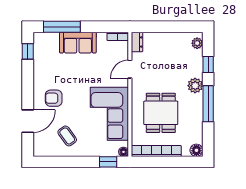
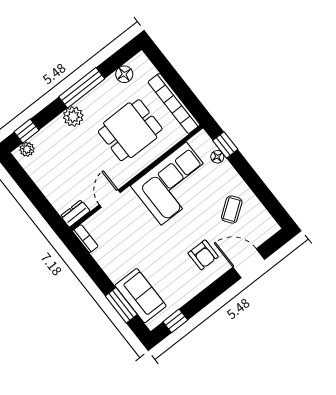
window: (62, 27) -> (121, 305), width x0.69
sofa: (78, 43) -> (141, 296), moved
window: (208, 64) -> (27, 131), moved
door: (130, 69) -> (110, 199), swing flipped
floor lamp: (196, 150) -> (124, 74), moved
floor lamp: (123, 152) -> (217, 157), moved

